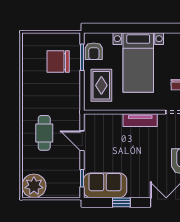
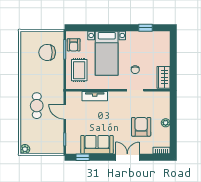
tv unit: (140, 120) -> (95, 96), moved
sofa: (105, 185) -> (97, 145), moved
plant: (34, 186) -> (25, 149), width x0.53, depth x0.53
window: (121, 202) -> (83, 157), moved

